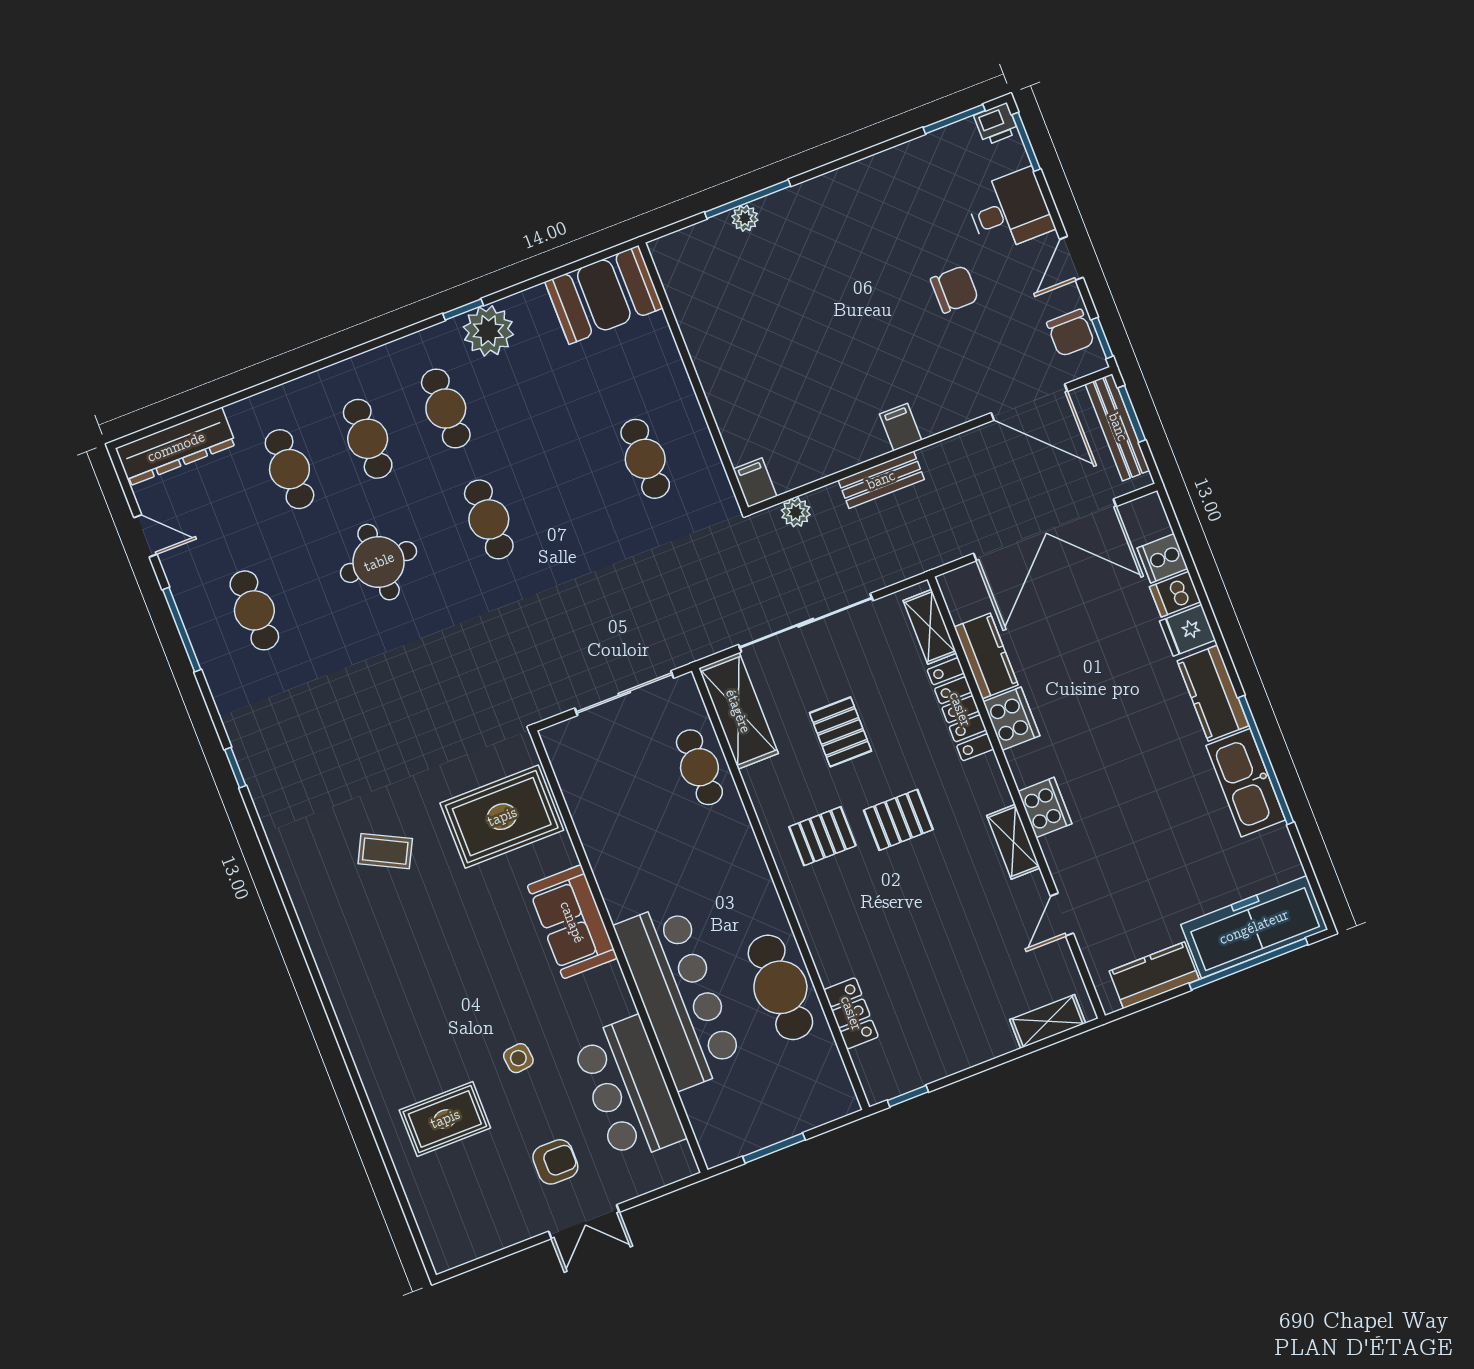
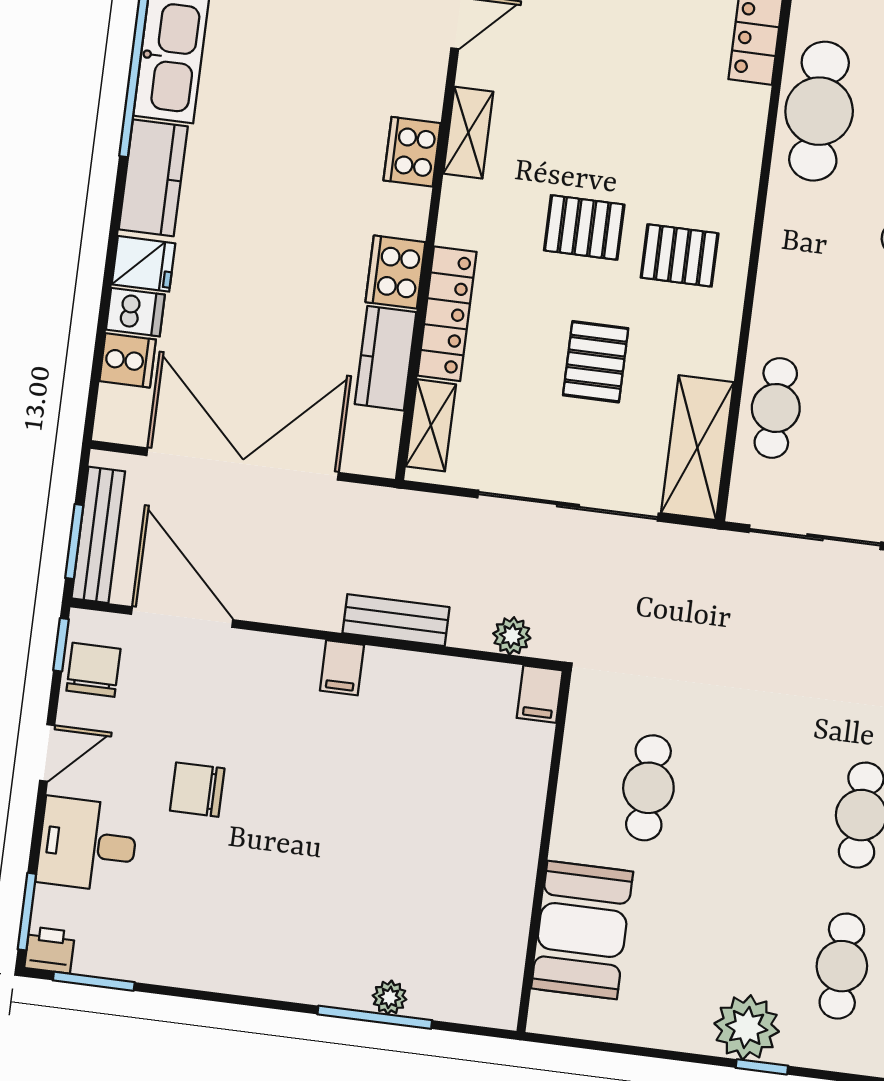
booth: (604, 295) -> (582, 930), moved, turned 90

